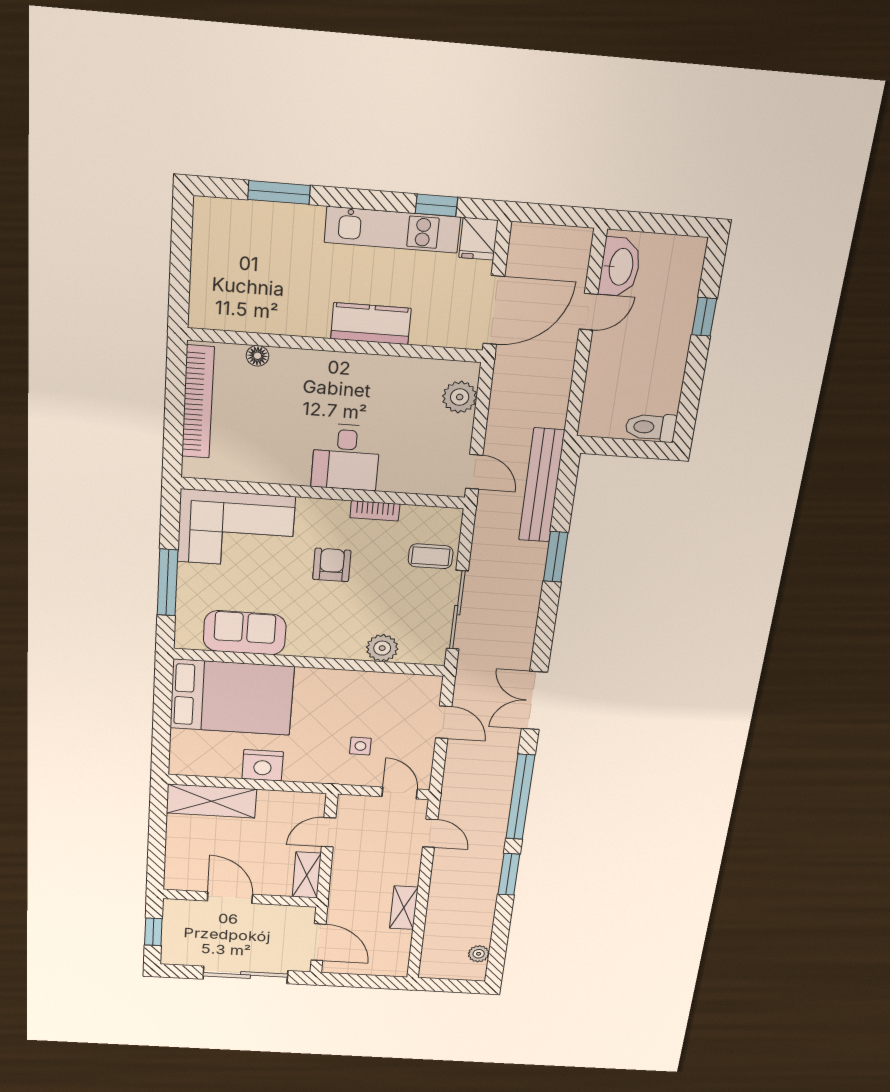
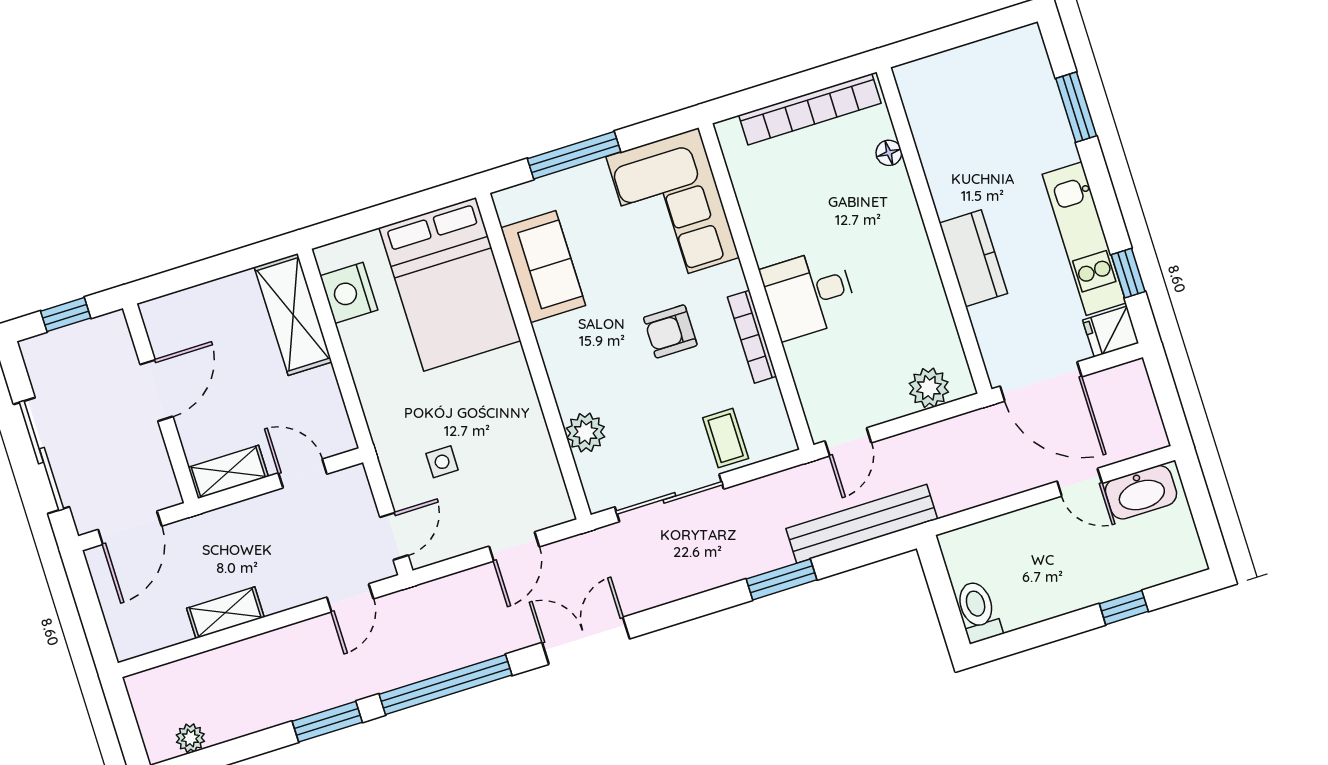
bookcase: (375, 511) -> (752, 337), width x1.56
armchair: (332, 565) -> (670, 331), turned 180
nightstand: (263, 765) -> (349, 293), moved

